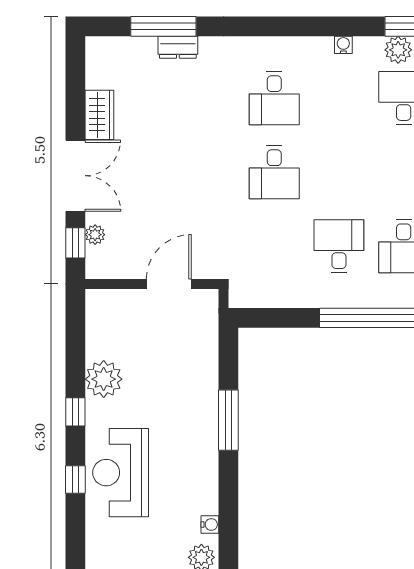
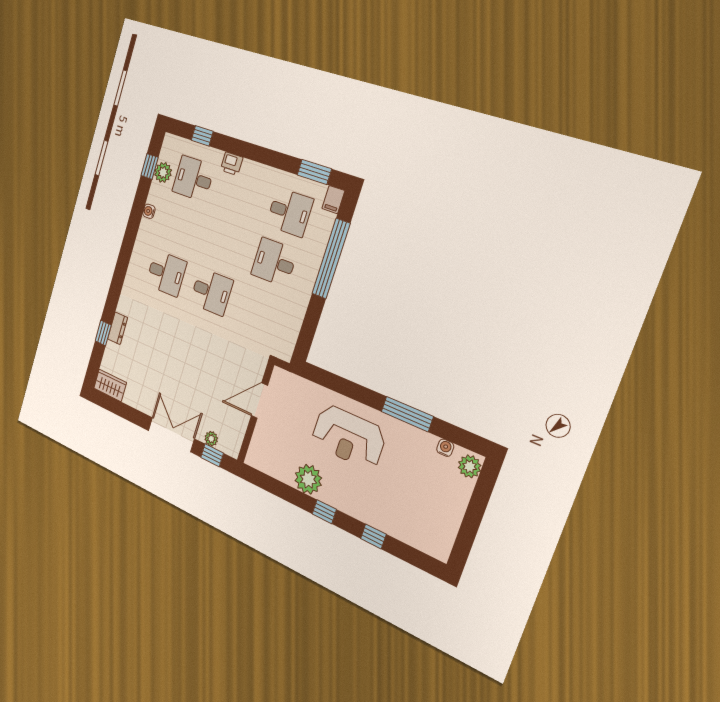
window: (163, 26) -> (103, 333), width x0.46
wardrobe: (99, 115) -> (110, 385), moved
door: (169, 284) -> (259, 401), hinge flipped
window: (228, 420) -> (407, 414), moved
reception desk: (121, 473) -> (348, 437), moved

